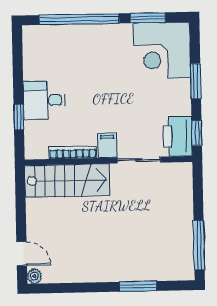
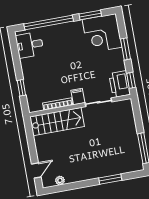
desk: (44, 100) -> (30, 45), moved
door: (22, 254) -> (36, 170), hinge flipped
plant: (35, 276) -> (60, 180), moved

